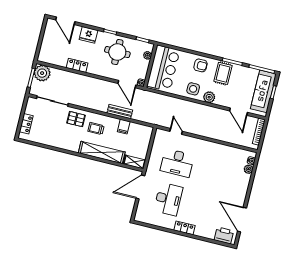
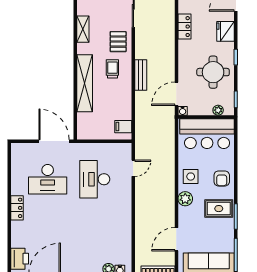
bench: (120, 111) -> (141, 75), moved
filing cabinet: (124, 127) -> (123, 127), moved
shelving: (134, 162) -> (83, 29), moved

